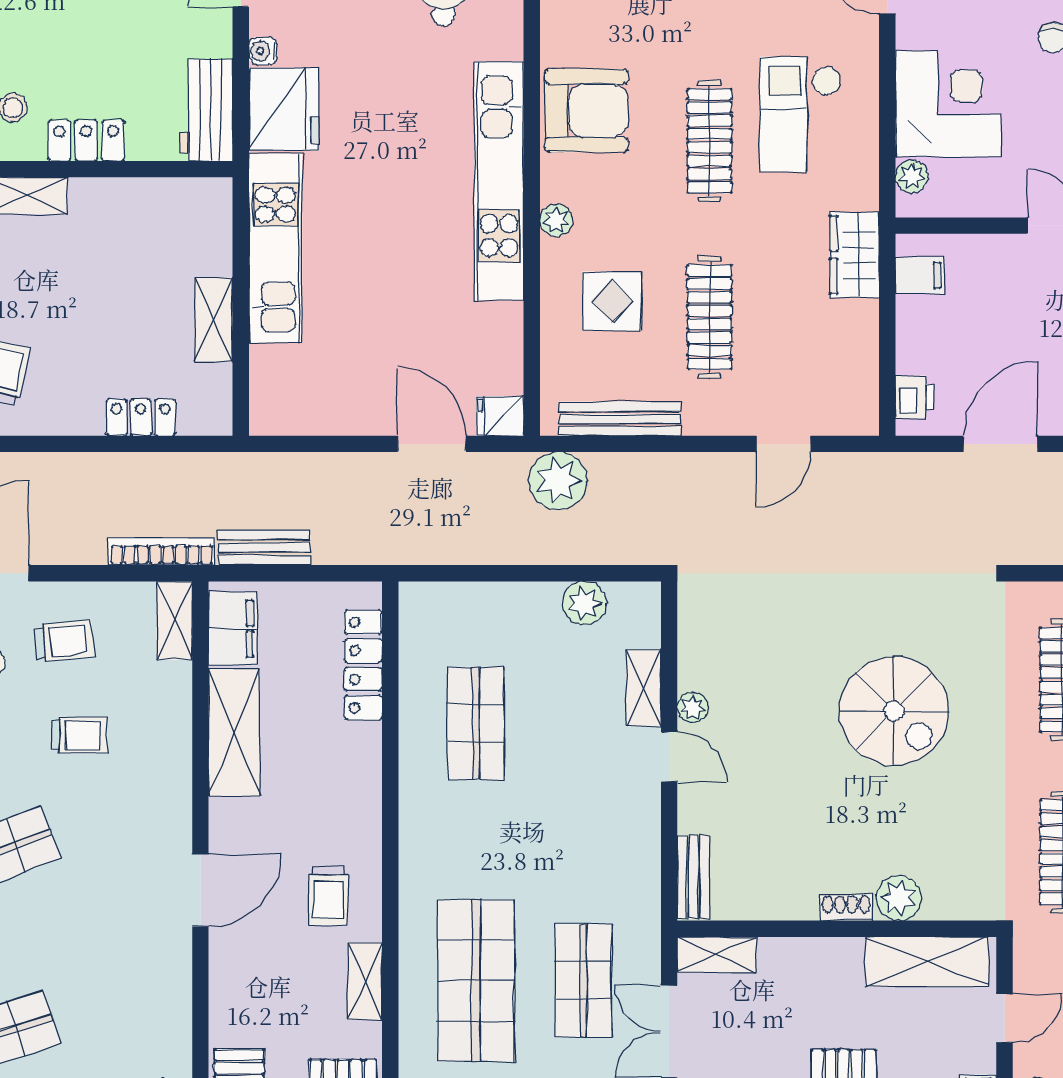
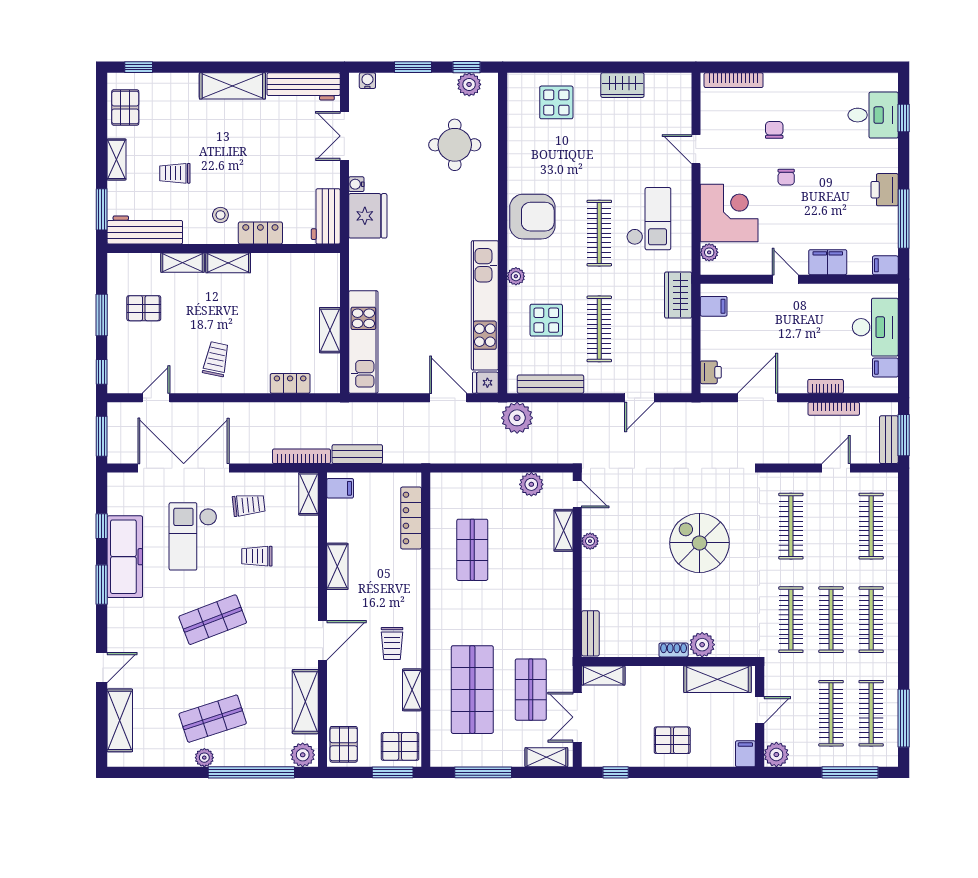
checkout: (801, 114) -> (649, 219), turned 180
kitchen unit: (499, 181) -> (485, 305), moved
kitchen unit: (275, 248) -> (363, 342), moved
filing cabinet: (233, 629) -> (340, 488), width x0.50
spiral stairs: (894, 711) -> (699, 543), turned 180
shelving: (234, 733) -> (337, 566), width x0.67, depth x0.75
trolley: (80, 735) -> (257, 556), turned 180
door: (669, 757) -> (577, 494), moved
shelving: (169, 1003) -> (305, 702), added

